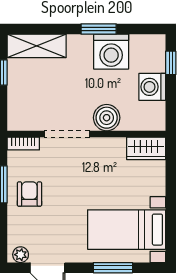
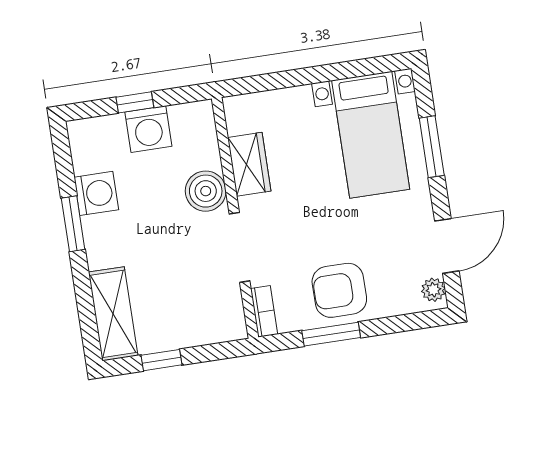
washing machine: (111, 52) -> (96, 193), width x0.73, depth x0.73
window: (171, 63) -> (135, 102), moved
wardrobe: (146, 148) -> (249, 164), moved
armchair: (29, 194) -> (339, 290), width x1.38, depth x1.38

